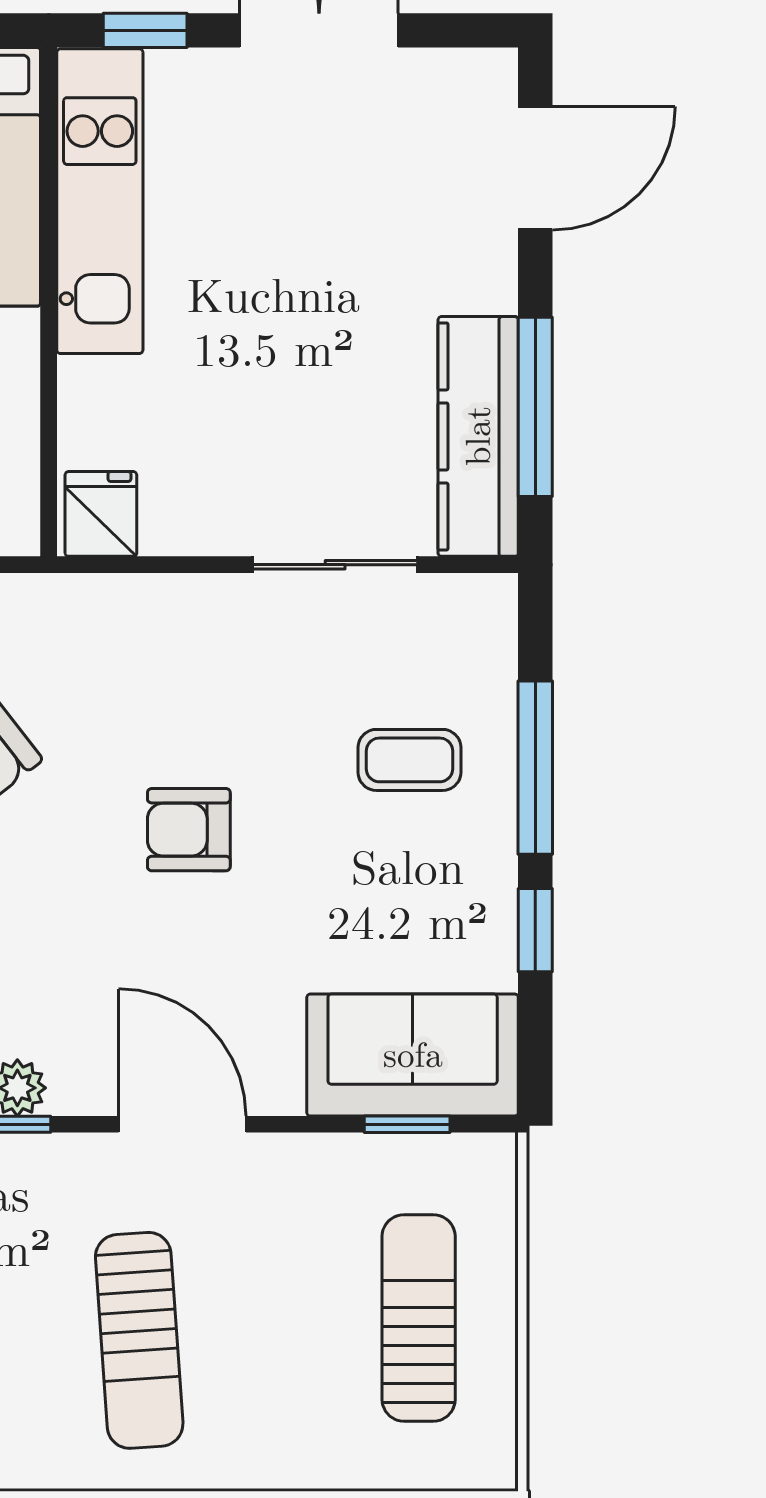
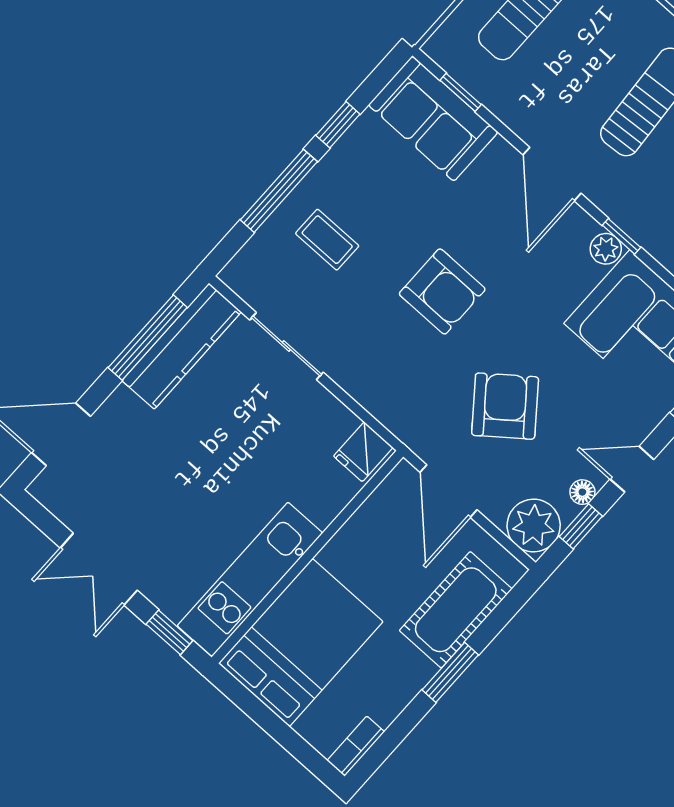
armchair: (189, 830) -> (442, 291), width x1.38, depth x1.38

